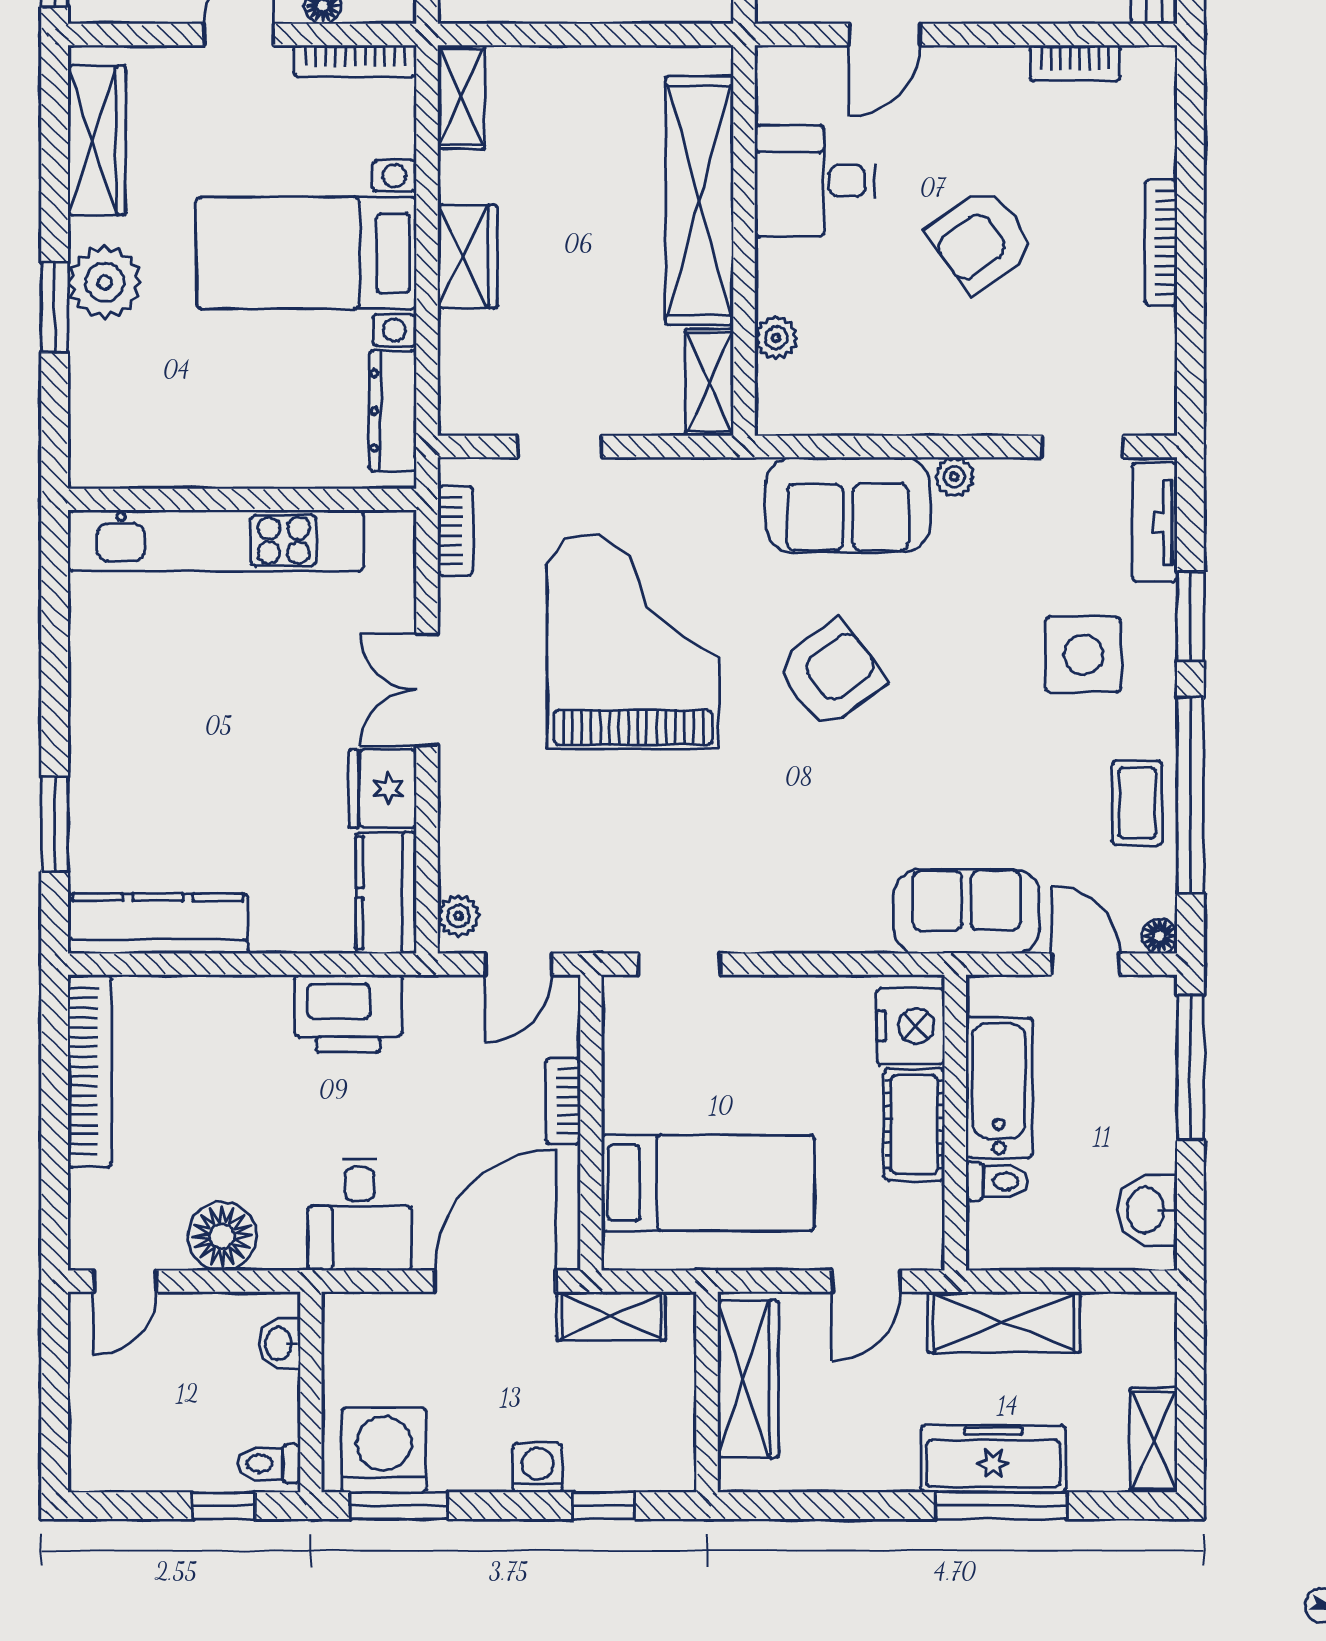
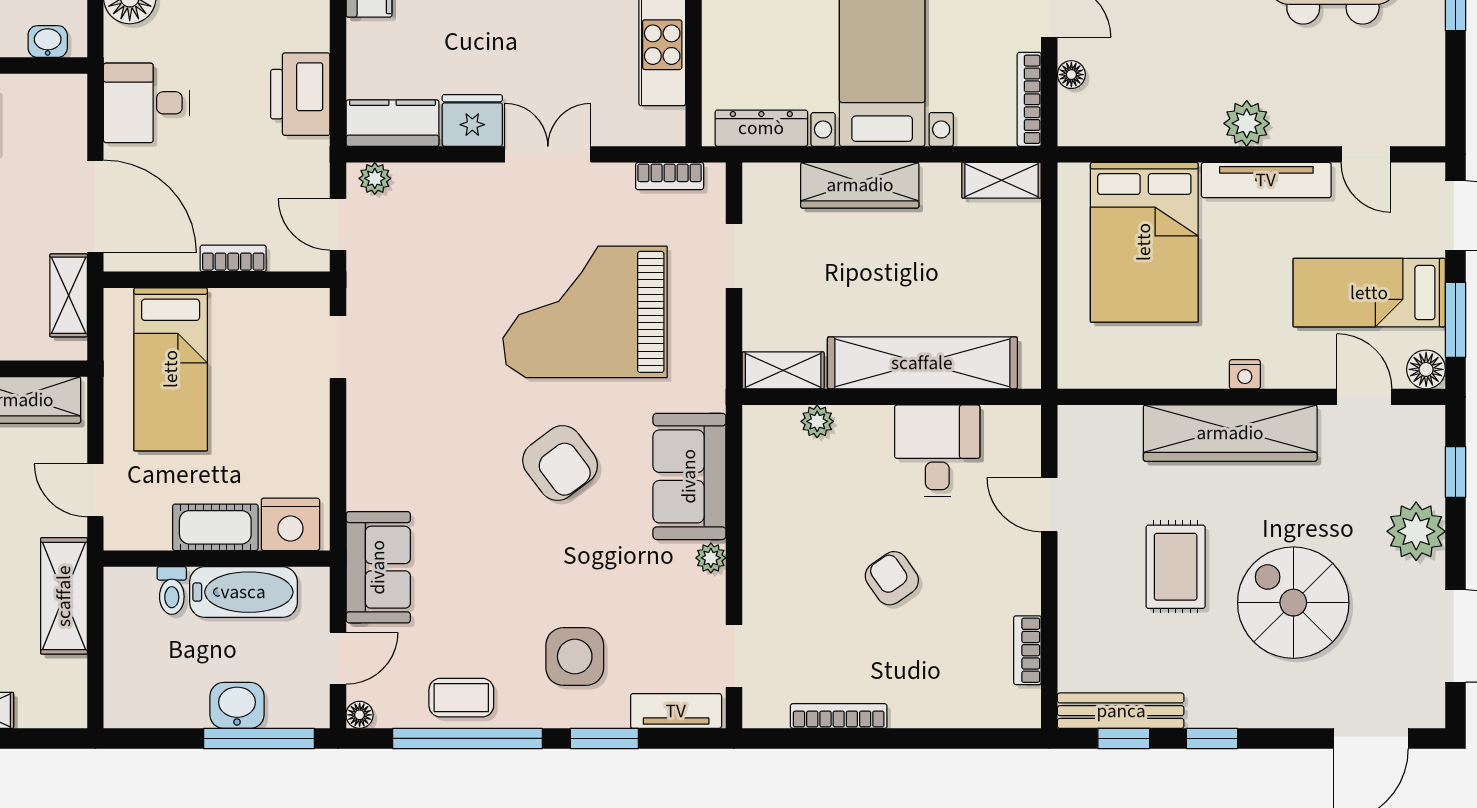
armchair: (981, 240) -> (892, 578), width x0.72, depth x0.72
bookcase: (1161, 242) -> (839, 716), moved
wardrobe: (468, 256) -> (860, 185), width x1.50
grand piano: (633, 641) -> (585, 312), turned 180
washbasin: (1147, 1210) -> (237, 705), moved

